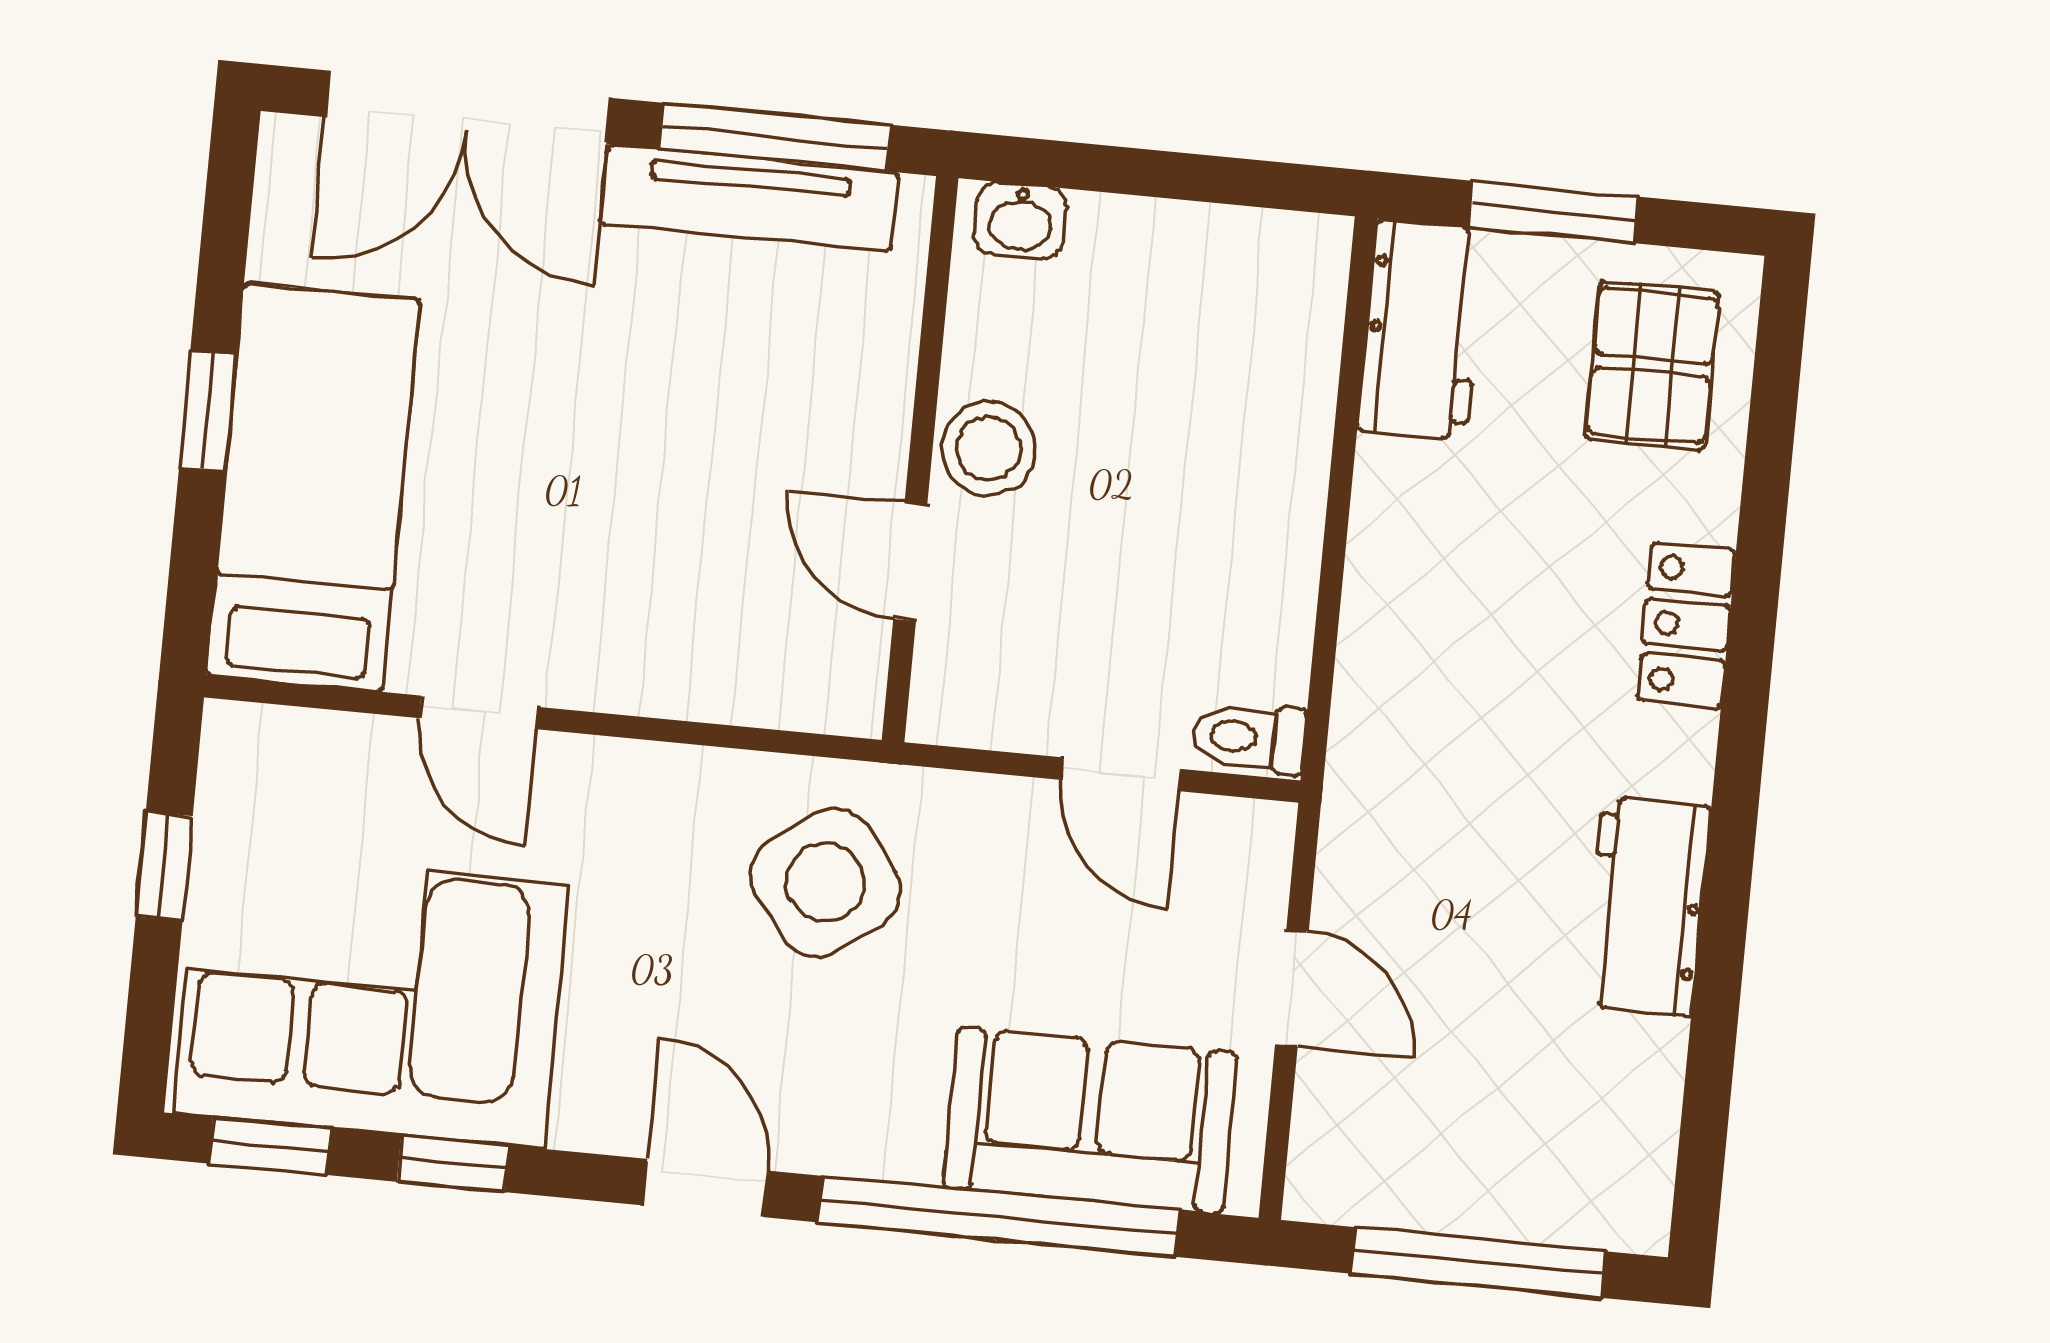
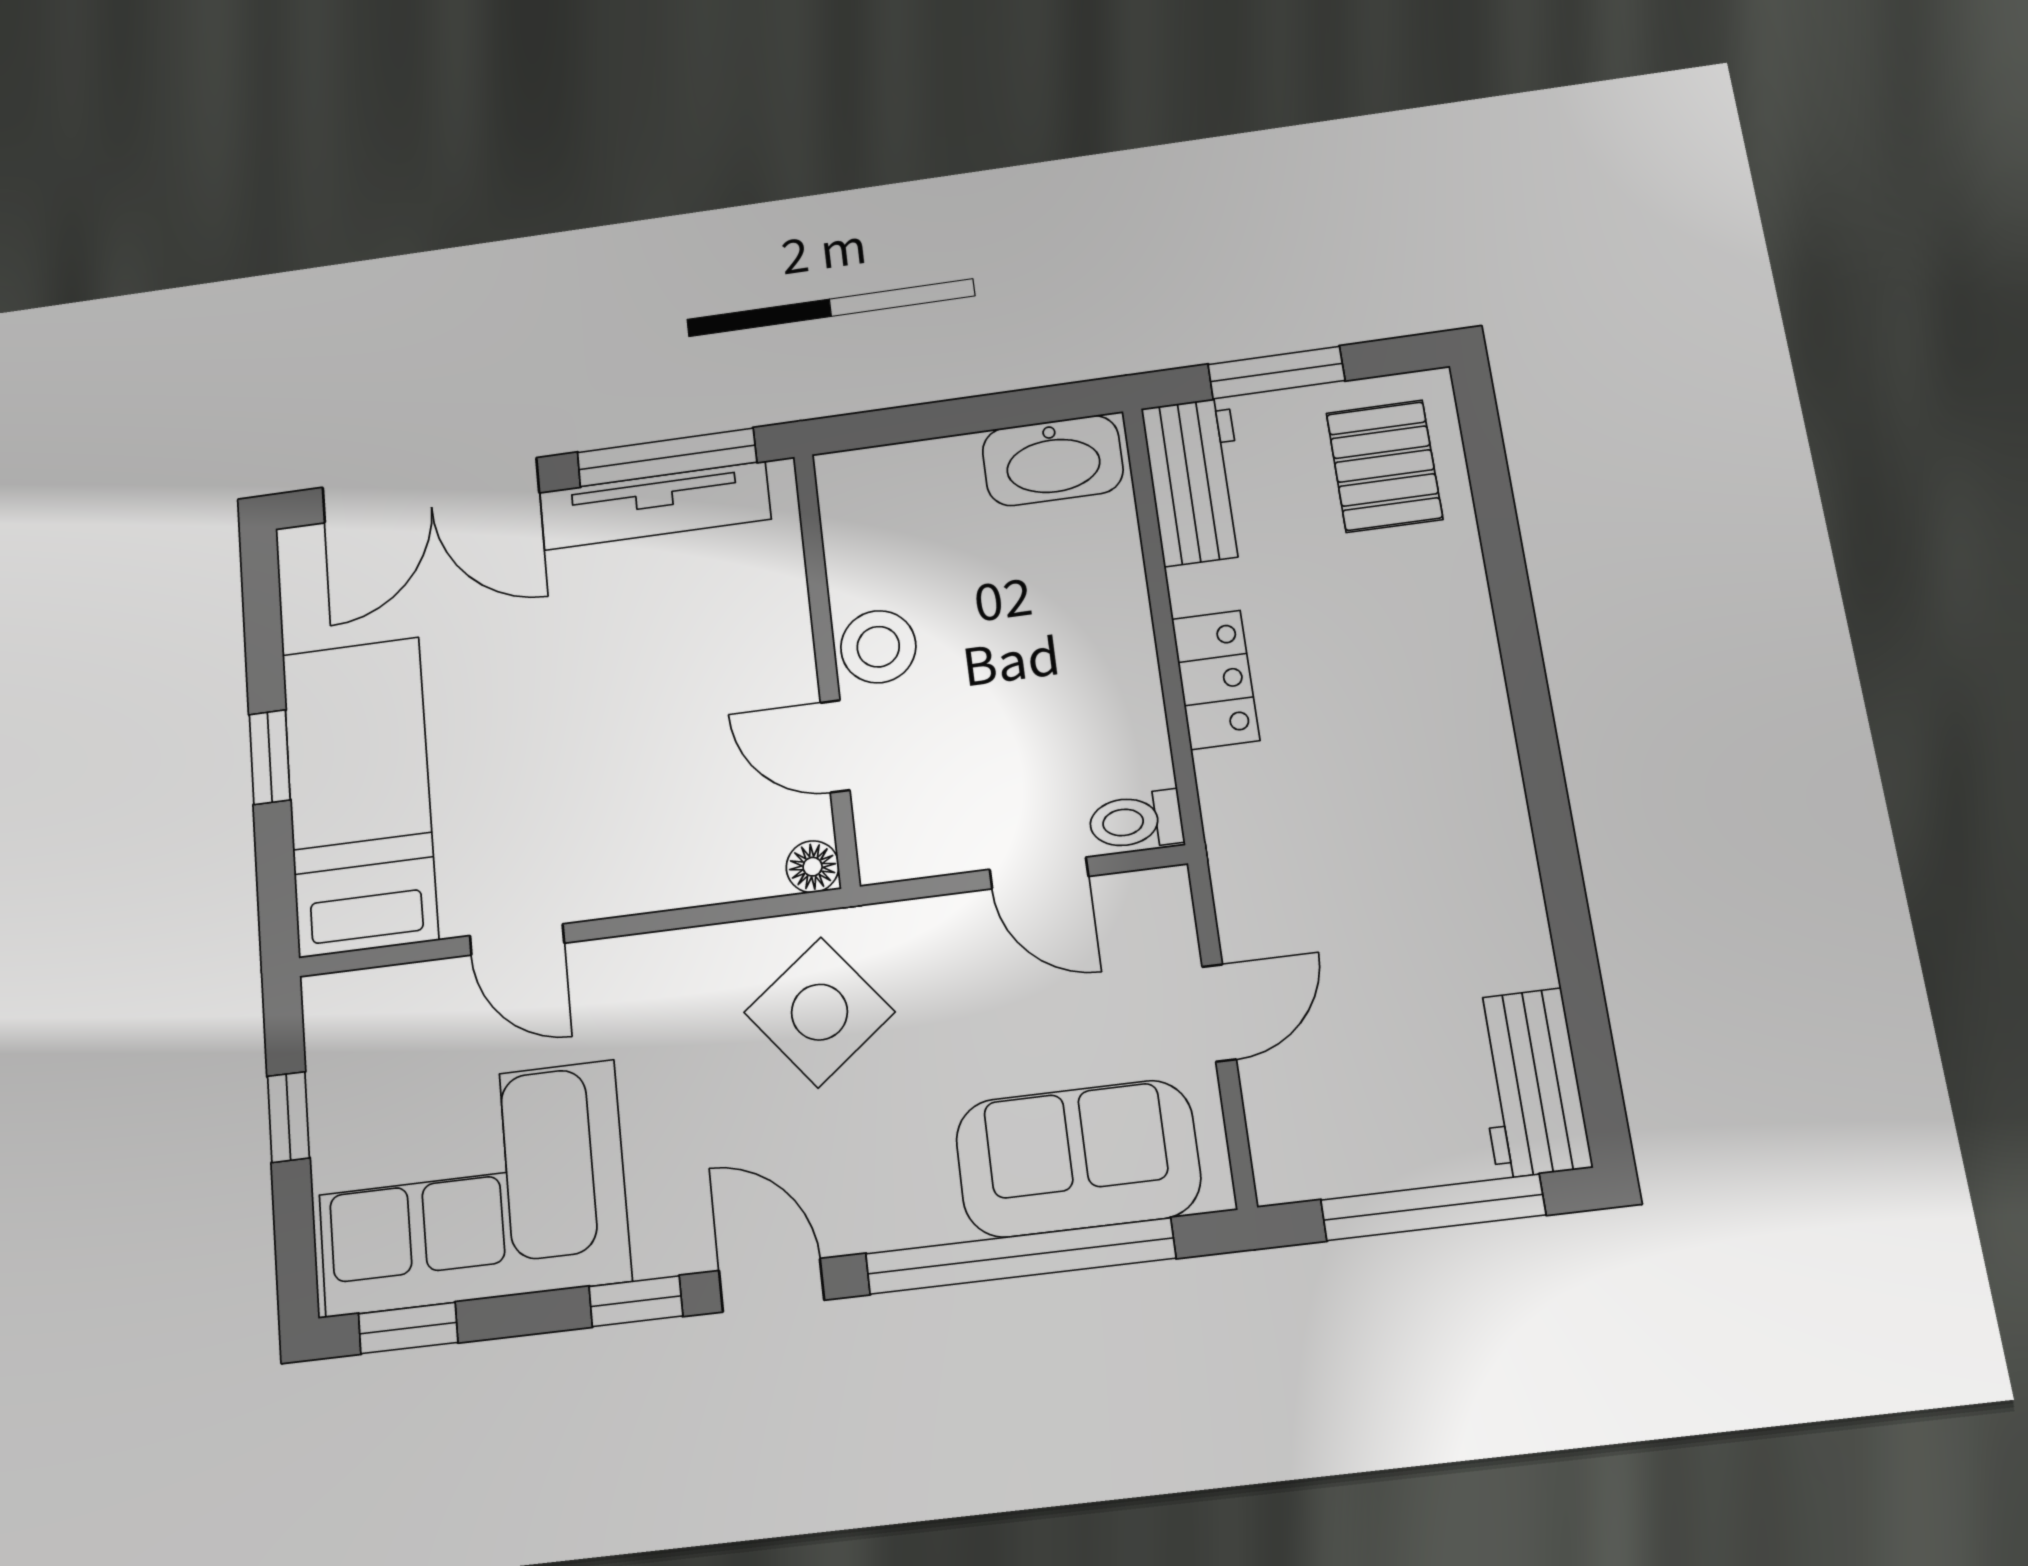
washbasin: (1021, 221) -> (1053, 460), moved, width x1.91, depth x1.45
locker: (1686, 625) -> (1215, 680), moved, turned 180
floor lamp: (853, 705) -> (813, 867), added
workbench: (1647, 906) -> (1530, 1083), moved
door: (1292, 988) -> (1219, 1013), hinge flipped
window: (453, 1164) -> (636, 1301), moved

